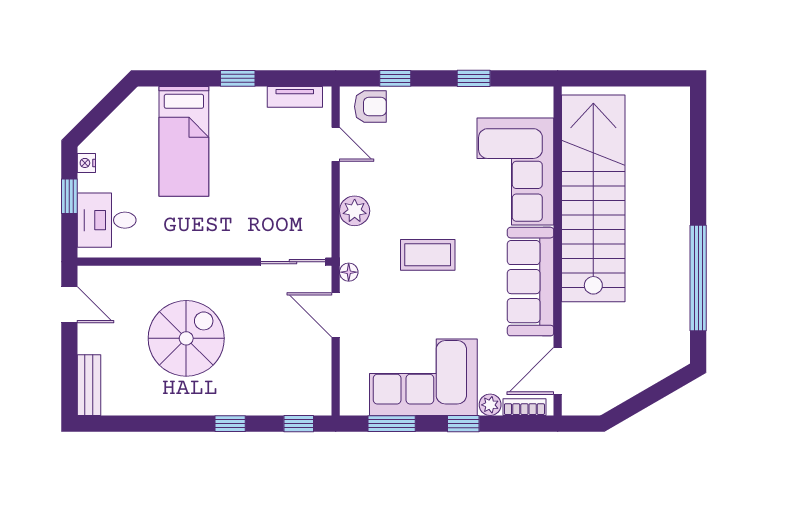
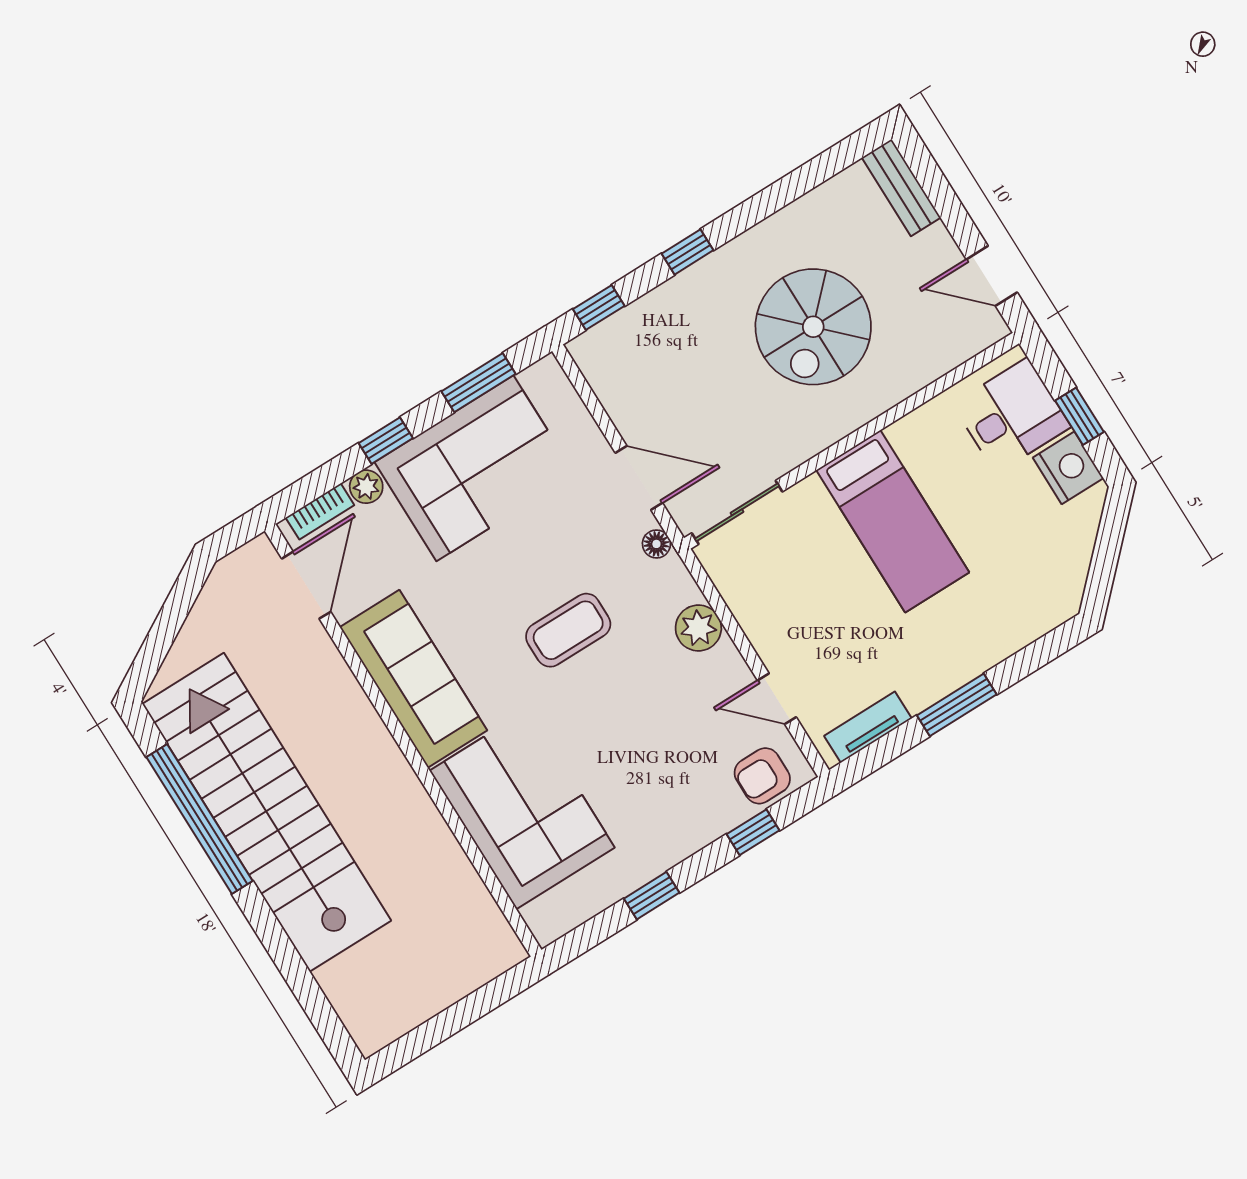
window: (238, 78) -> (957, 705), width x1.50
bed: (184, 141) -> (893, 521), moved, turned 180
nightstand: (86, 163) -> (1068, 468), width x1.89, depth x1.79
stairs: (593, 198) -> (267, 812), moved, turned 180

